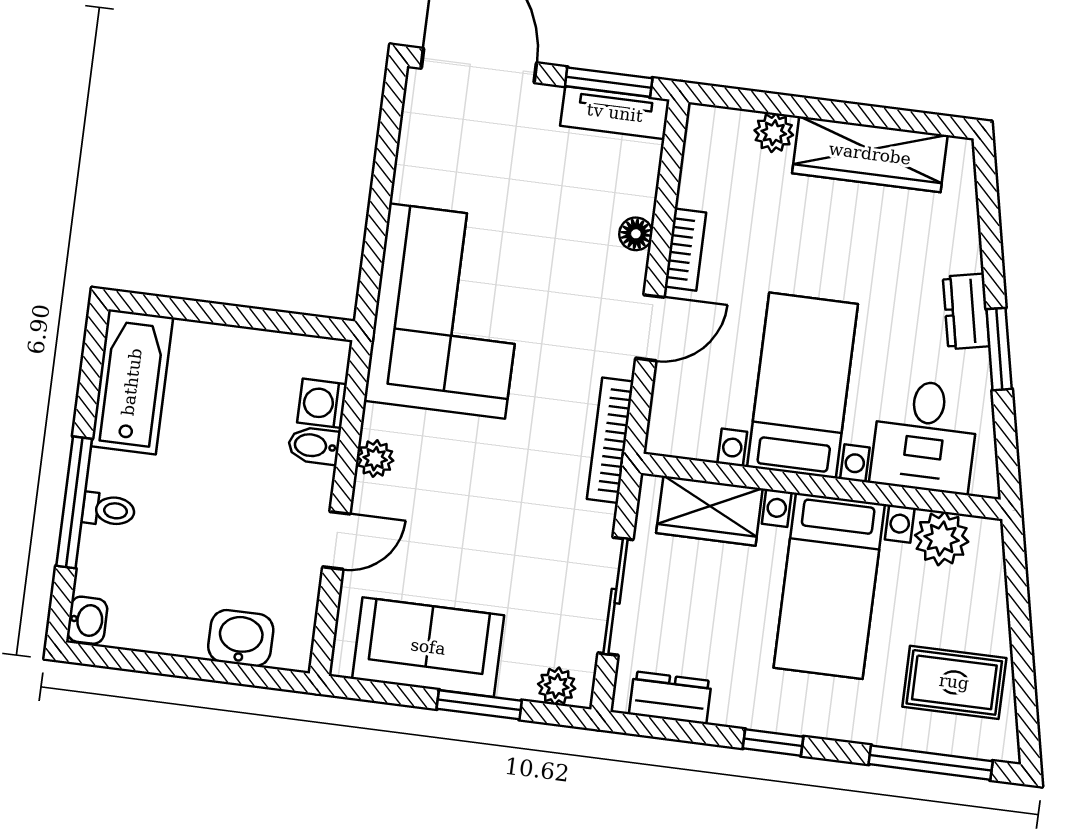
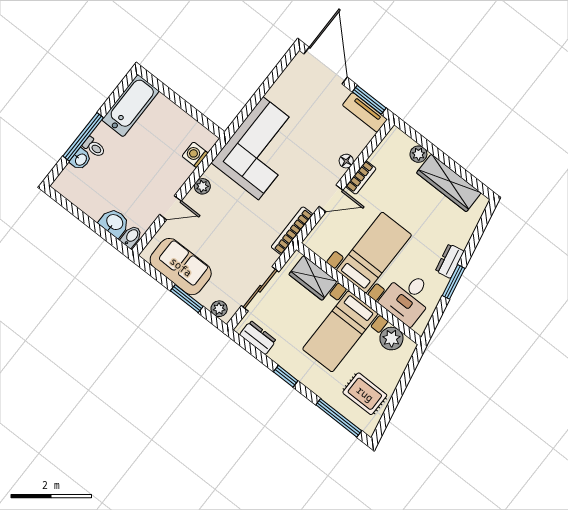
bidet: (314, 446) -> (131, 237), moved, turned 90
washbasin: (87, 620) -> (81, 159), moved

